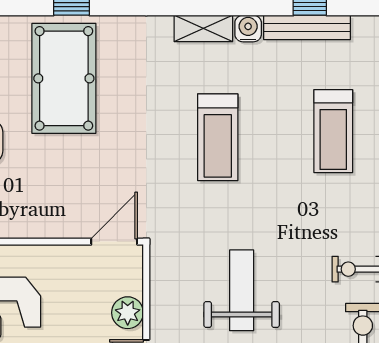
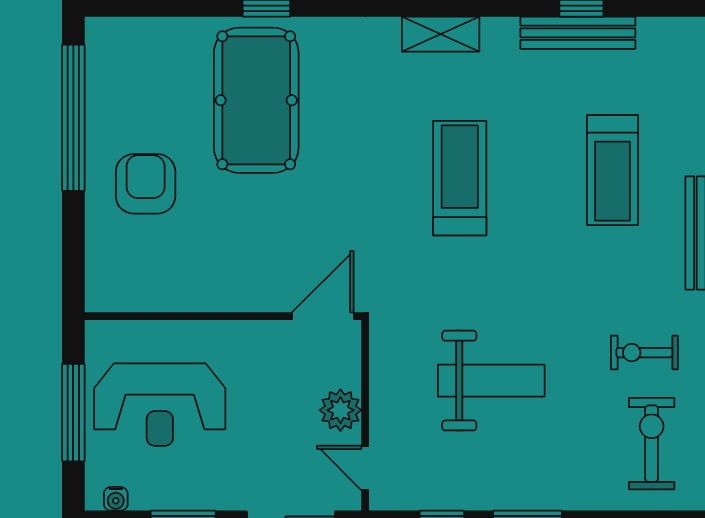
water cooler: (248, 29) -> (500, 34), removed
treadmill: (218, 137) -> (460, 178), turned 180
weight bench: (242, 290) -> (491, 381), turned 90

